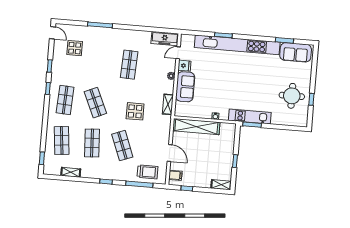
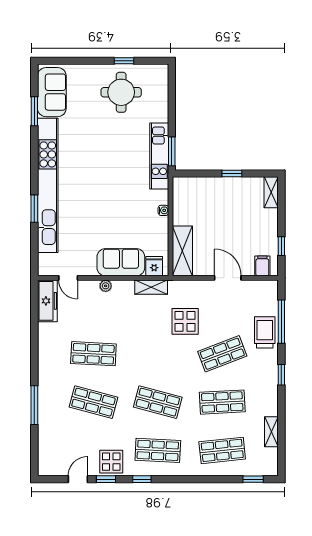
door: (52, 33) -> (78, 479), moved
display table: (75, 48) -> (111, 462), moved
shop shelf: (99, 62) -> (93, 402), added
fridge: (184, 66) -> (154, 266), moved
shop shelf: (95, 103) -> (158, 402), turned 39
display table: (135, 111) -> (185, 321), moved
shelving: (196, 127) -> (182, 251), width x0.68
door: (170, 153) -> (228, 278), hinge flipped
trolley: (148, 172) -> (265, 332), moved

